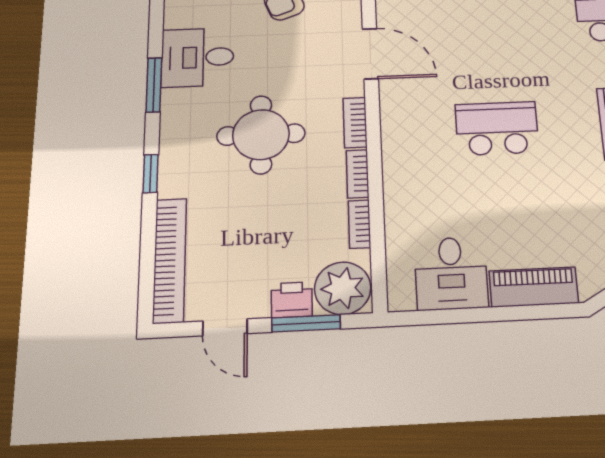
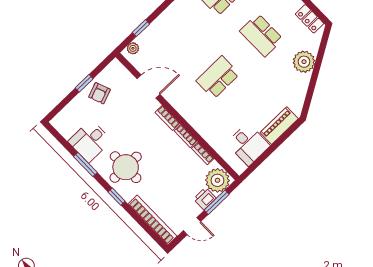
round table: (261, 135) -> (126, 167), moved

